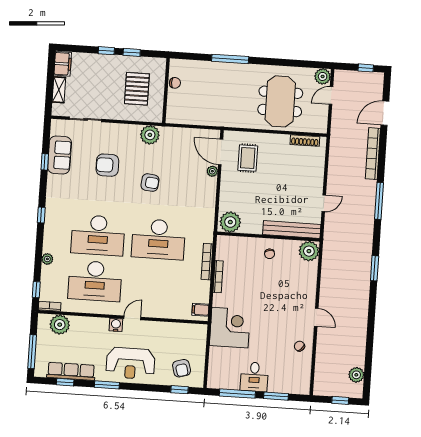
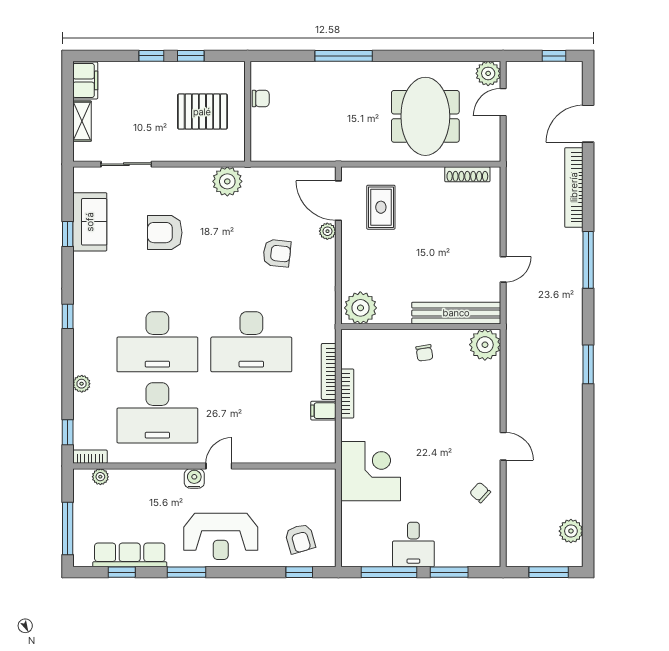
pallet: (137, 89) -> (202, 112), turned 90
armchair: (150, 183) -> (277, 253), moved
filing cabinet: (200, 310) -> (323, 411), moved
plant: (60, 325) -> (100, 477), width x0.53, depth x0.53
window: (340, 400) -> (549, 572), width x1.50

